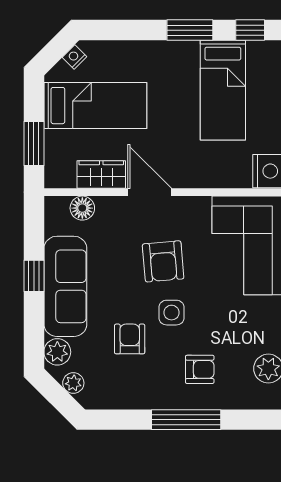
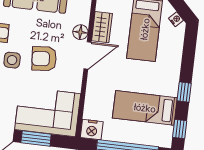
window: (190, 30) -> (184, 92), width x0.67
floor lamp: (82, 208) -> (80, 32), moved

